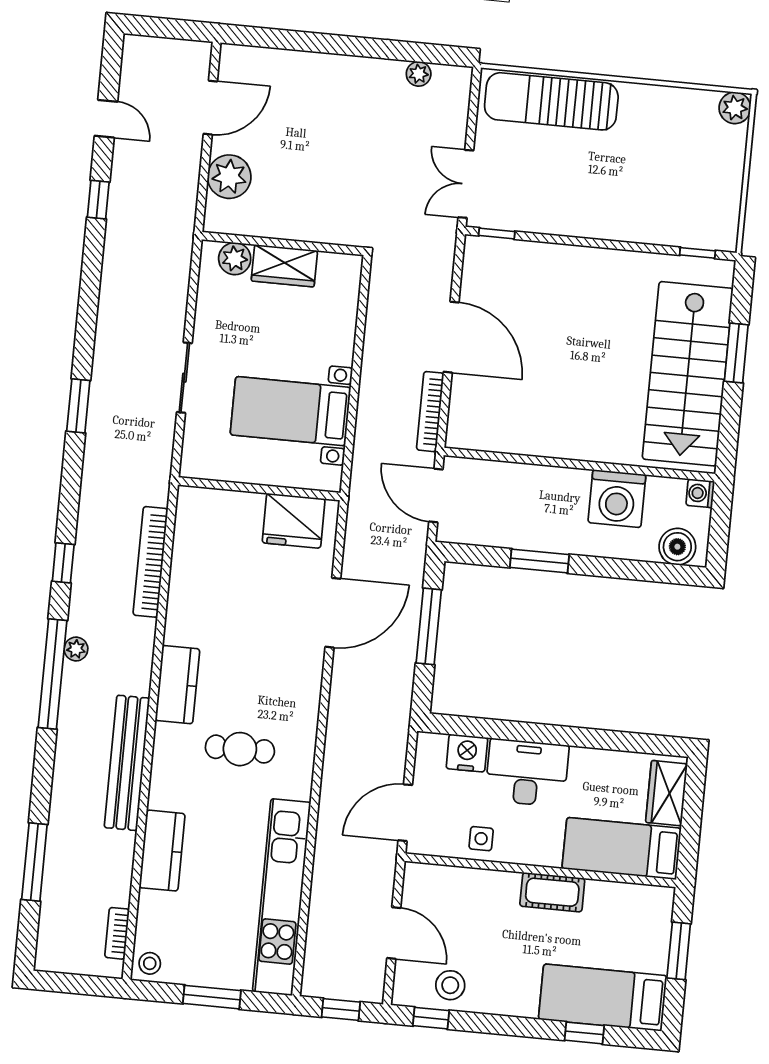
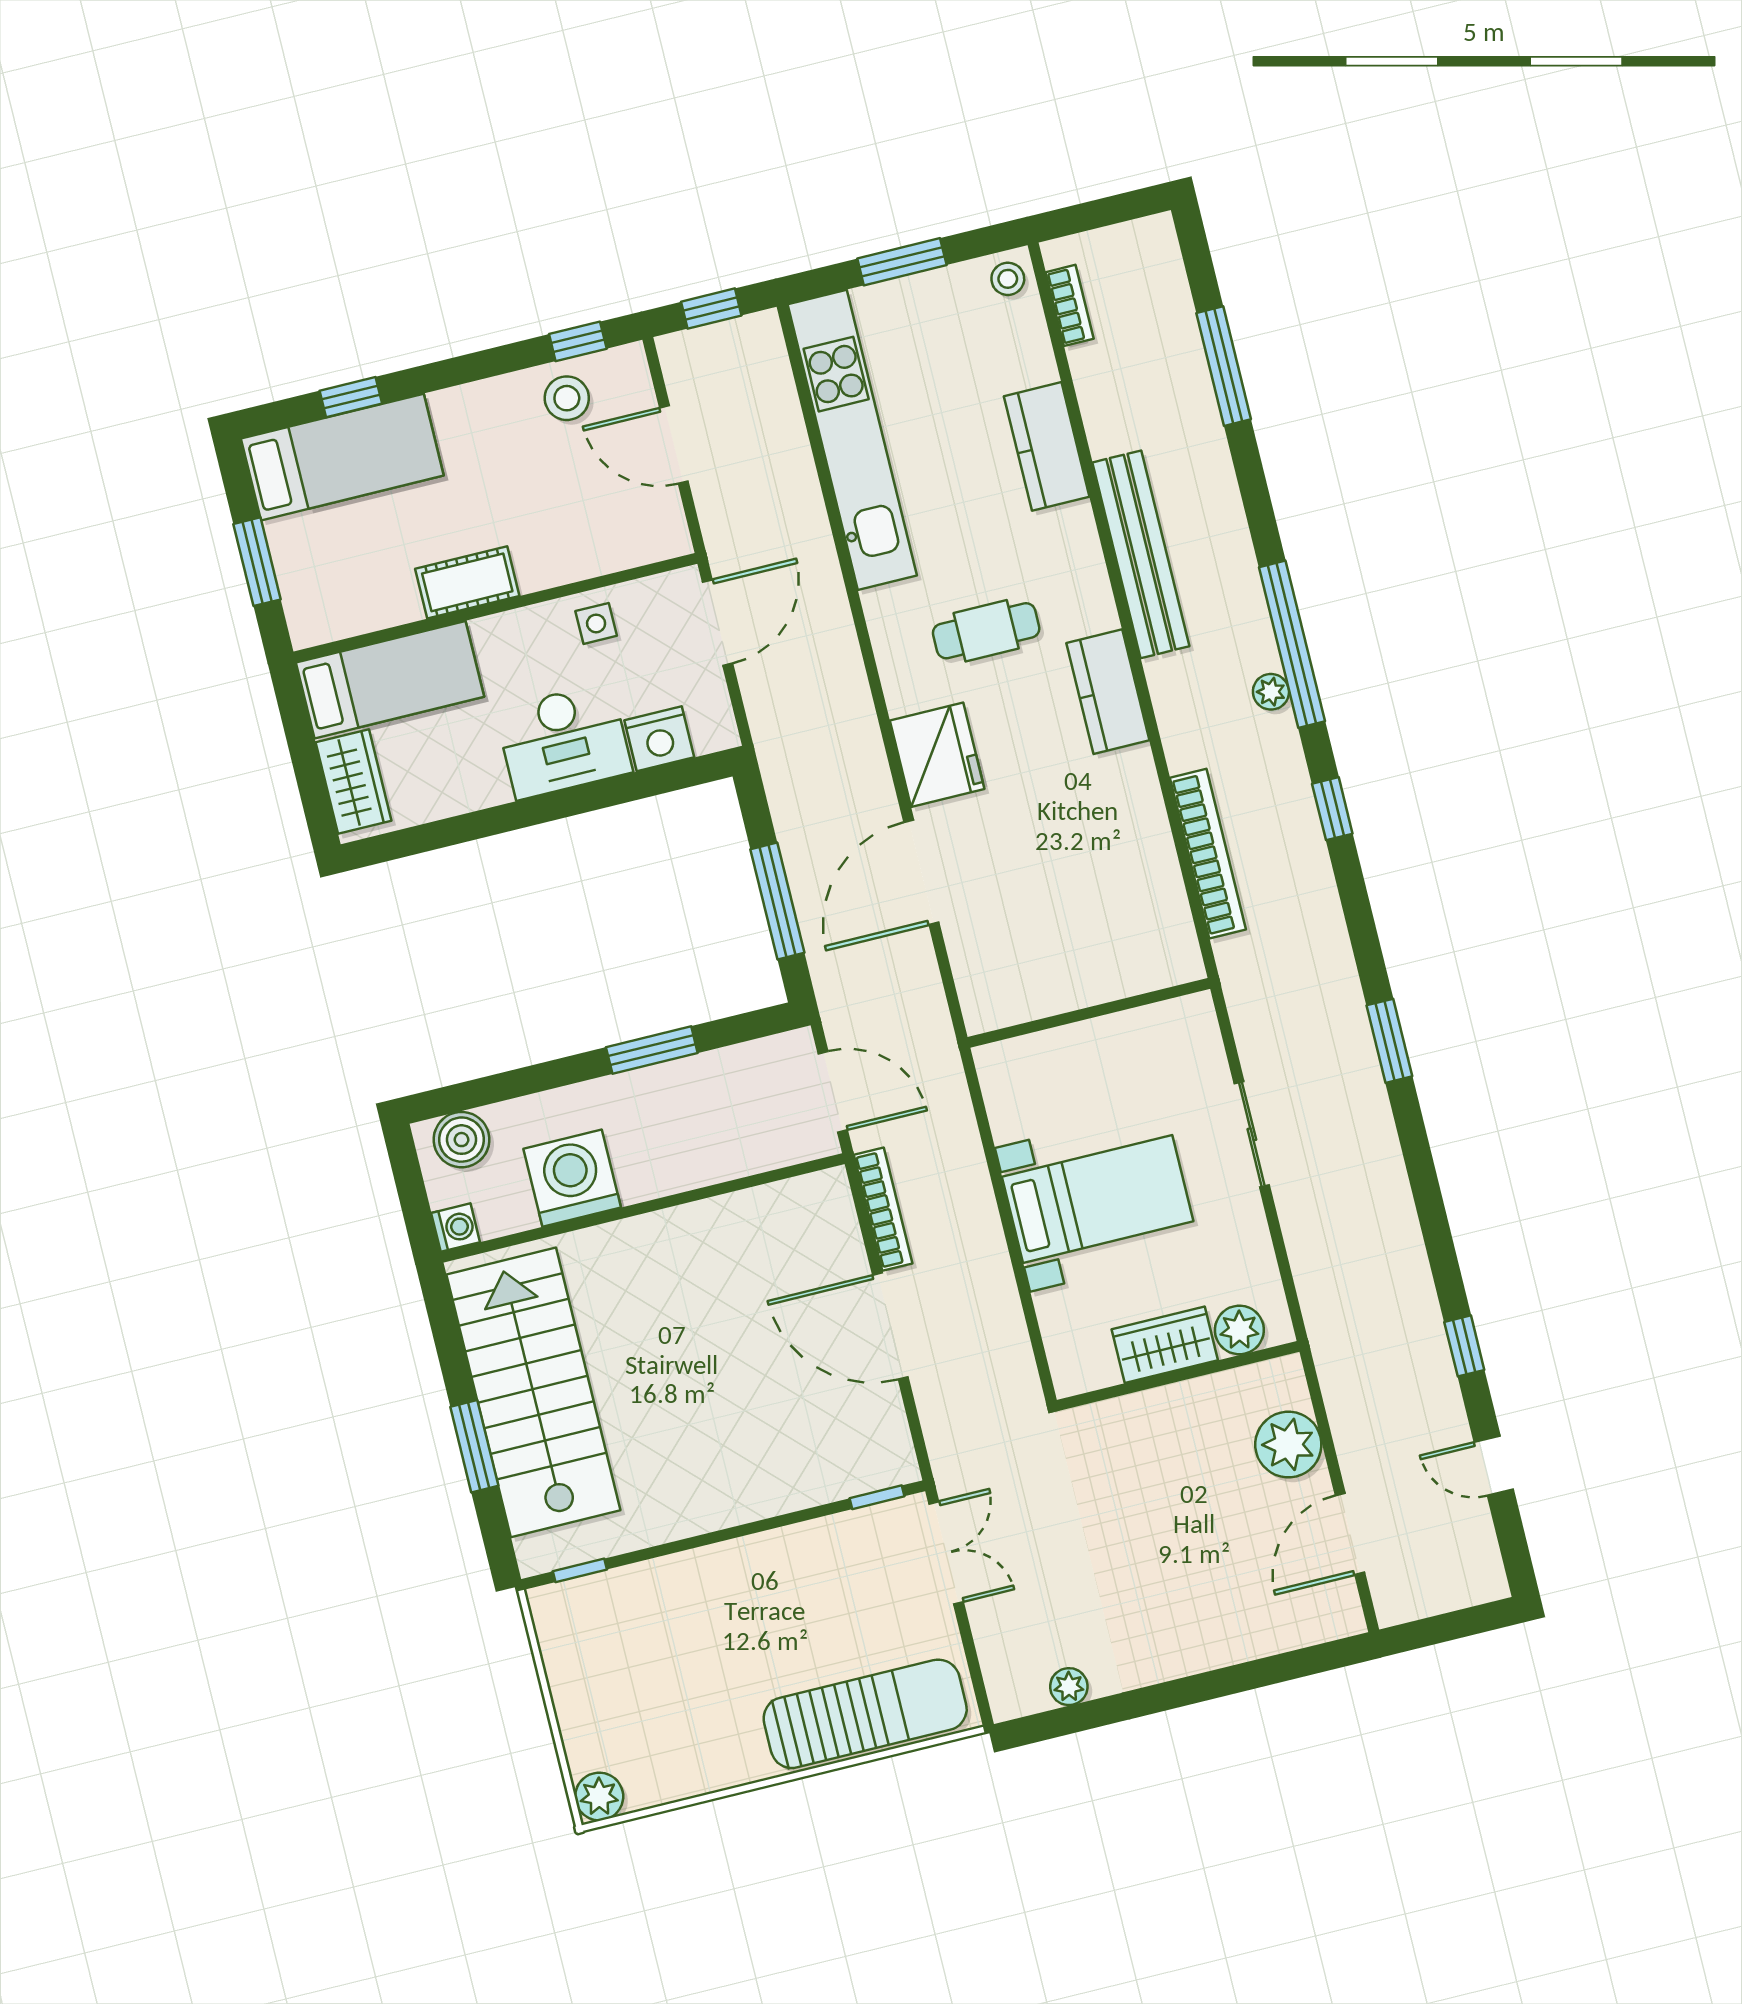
bed with nightstands: (291, 411) -> (1098, 1199), moved
fridge: (294, 521) -> (937, 755), moved, turned 90

